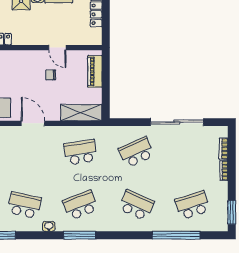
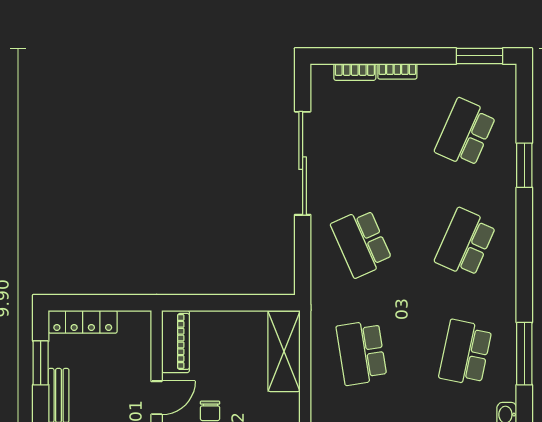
piano: (95, 71) -> (176, 341), moved, turned -90
school desk: (80, 205) -> (465, 353), turned 33
school desk: (192, 205) -> (465, 133), turned 42
window: (176, 235) -> (524, 165), width x0.47

